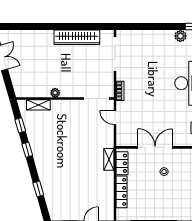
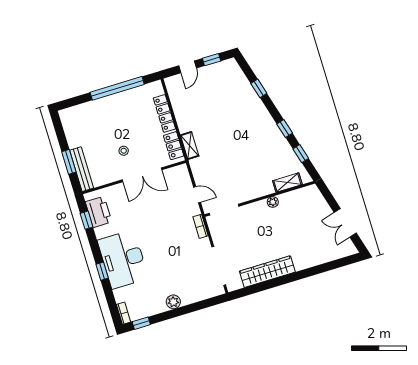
plant: (180, 36) -> (173, 302), moved

